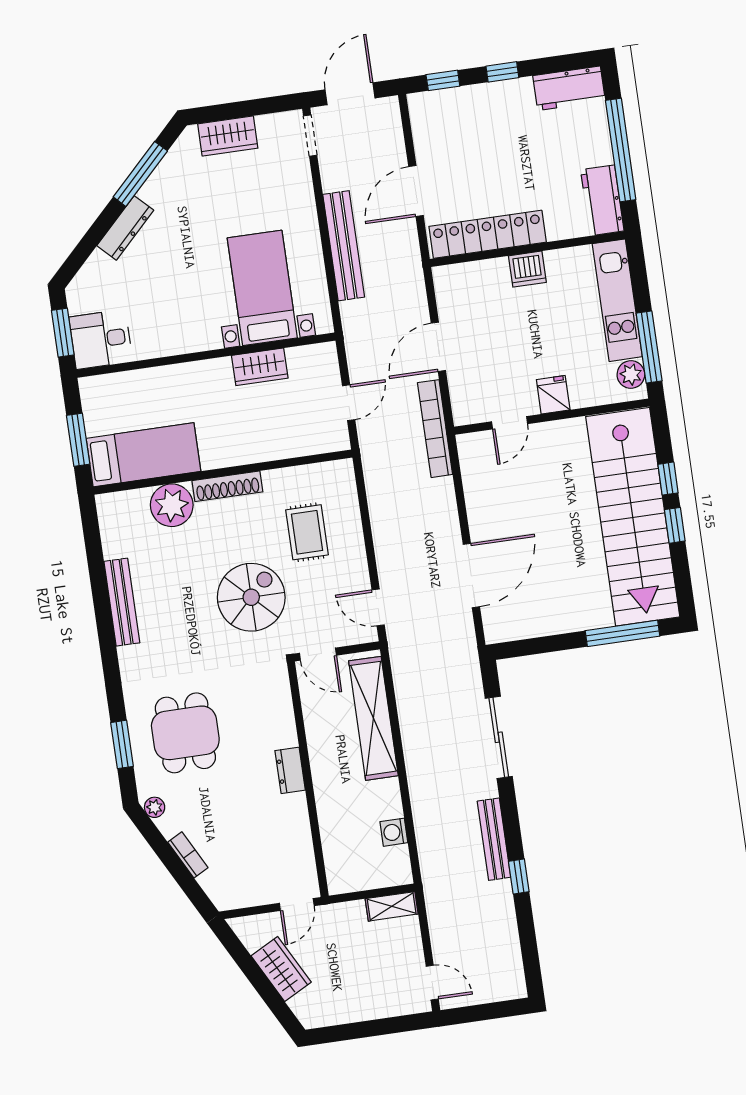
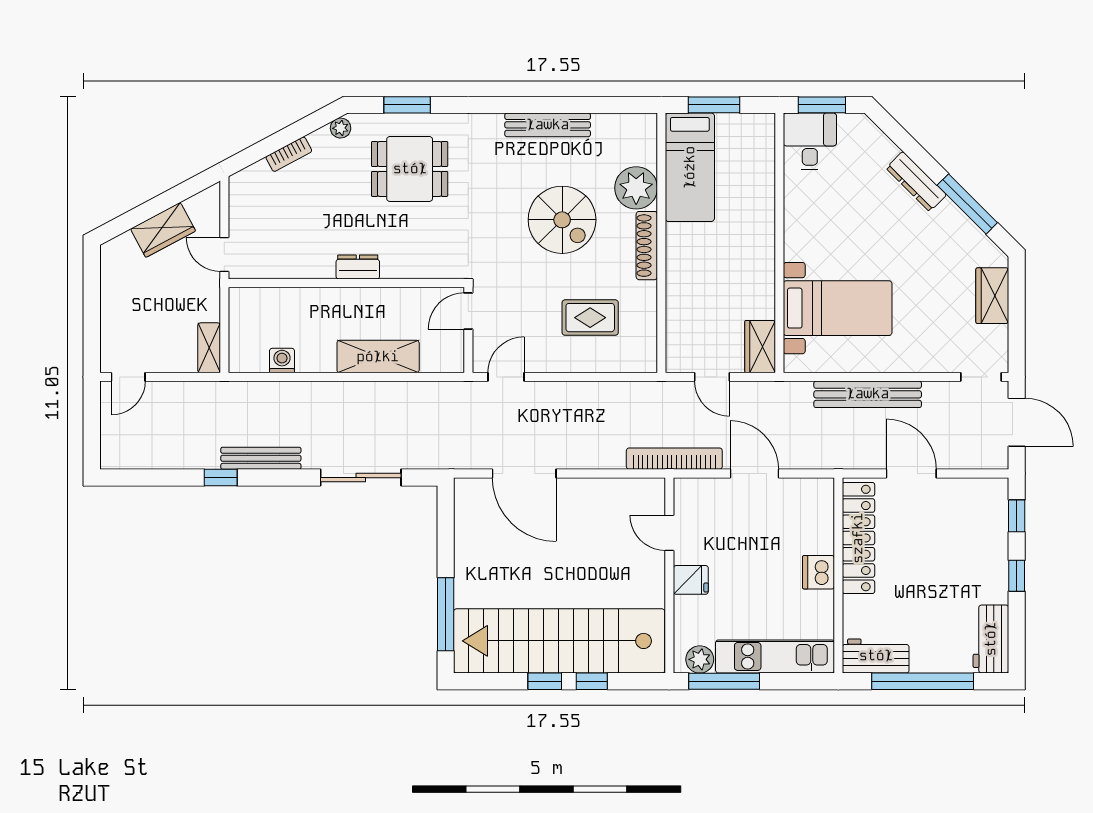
wardrobe: (260, 367) -> (760, 347), moved
spiral stairs: (251, 597) -> (562, 220), moved
shelving: (373, 718) -> (378, 357), width x0.68

